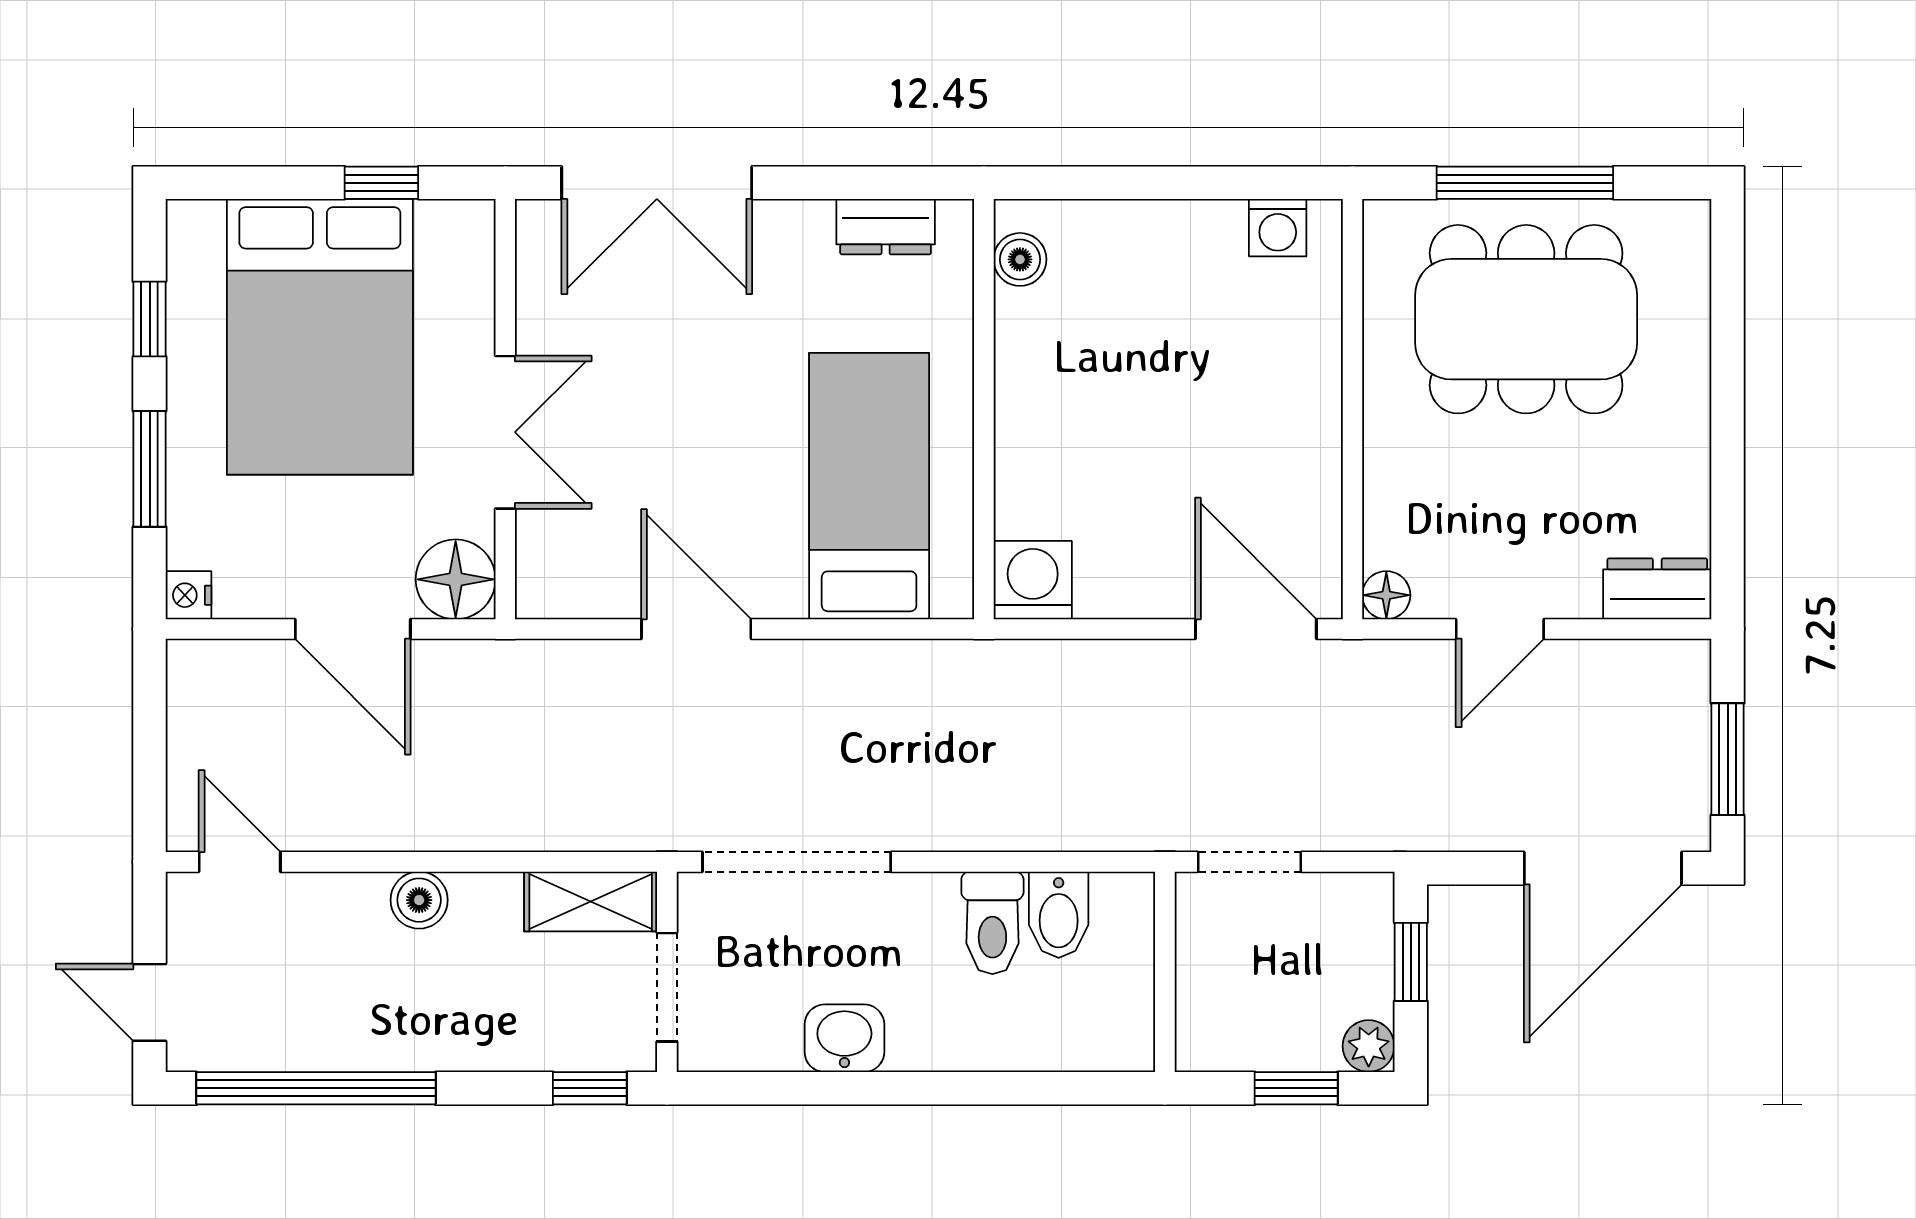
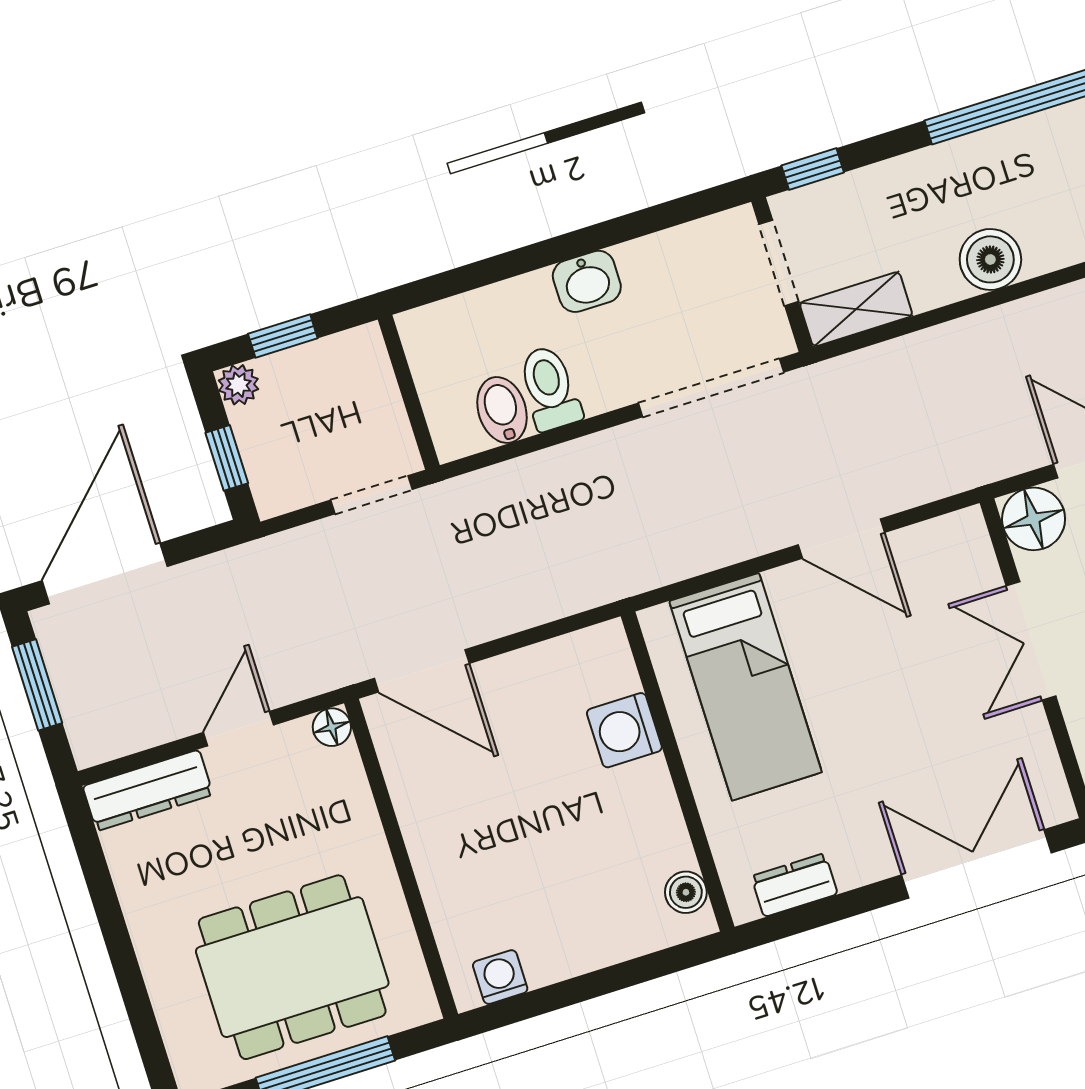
washing machine: (1033, 580) -> (624, 730), moved, turned 90
dresser: (1657, 589) -> (148, 790), width x1.44
boiler: (419, 900) -> (990, 259), width x1.36, depth x1.36
washbasin: (844, 1038) -> (587, 281), moved

